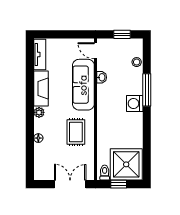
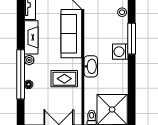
washbasin: (102, 77) -> (91, 66), moved, width x1.91, depth x1.45
window: (30, 127) -> (21, 74), added
rug: (76, 132) -> (64, 79), turned 90

